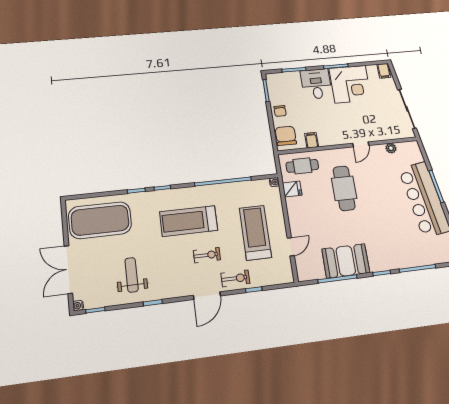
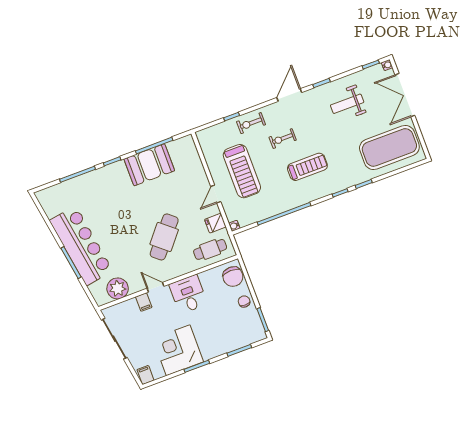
desk: (316, 84) -> (188, 294), moved, turned 180
filing cabinet: (312, 140) -> (144, 302), moved
door: (361, 144) -> (156, 287), hinge flipped
plant: (391, 148) -> (118, 288), width x1.87, depth x1.87
cafe table: (344, 188) -> (164, 237), turned 40
treadmill: (189, 221) -> (307, 167), width x0.73, depth x0.73
door: (291, 247) -> (216, 194), moved
double door: (68, 270) -> (405, 95), swing flipped
weight bench: (132, 275) -> (347, 104), turned 90
door: (207, 296) -> (289, 95), moved

